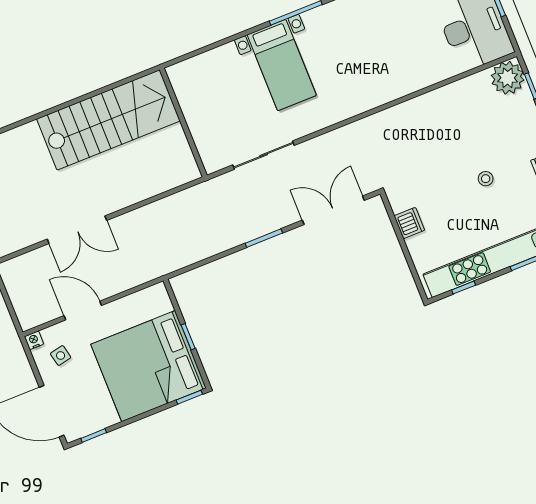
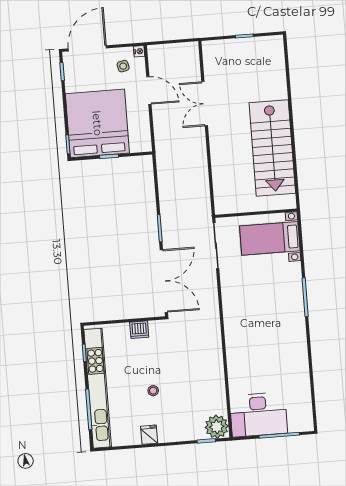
bed with nightstands: (282, 65) -> (270, 238), moved
wall: (183, 123) -> (256, 213), moved
double door: (333, 210) -> (164, 281), width x1.36
door: (83, 311) -> (149, 91), hinge flipped

